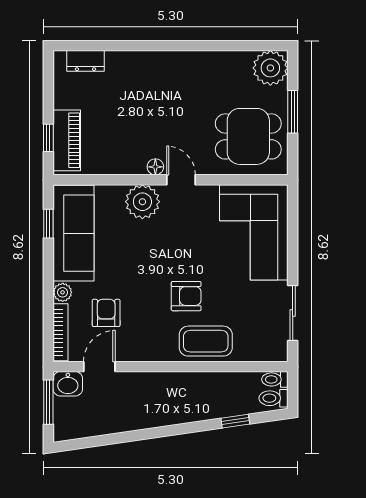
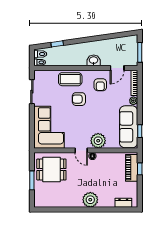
plant: (270, 68) -> (90, 200), moved
armchair: (106, 313) -> (100, 85), moved
washbasin: (68, 384) -> (94, 60), moved

